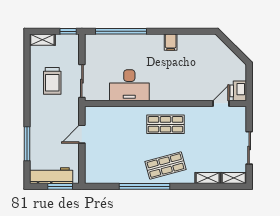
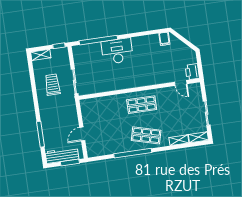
filing cabinet: (171, 42) -> (164, 39), moved
trolley: (52, 81) -> (52, 85), turned 180
desk: (129, 85) -> (117, 51), moved, turned 180
door: (221, 103) -> (181, 83), swing flipped
door: (82, 134) -> (82, 134), moved
shop shelf: (165, 166) -> (146, 135), turned 30

